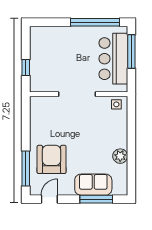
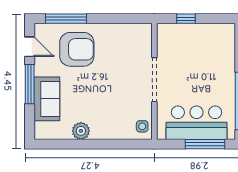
window: (96, 199) -> (30, 84), moved

